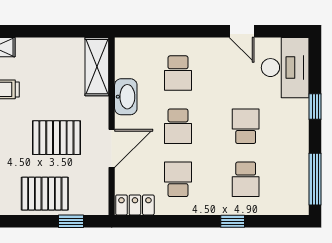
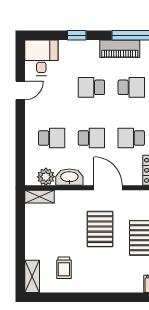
plant: (126, 65) -> (46, 177), added
shelving: (97, 67) -> (39, 197), width x0.67, depth x0.75
desk: (285, 68) -> (41, 58), width x0.73
piano: (297, 164) -> (120, 49), added

